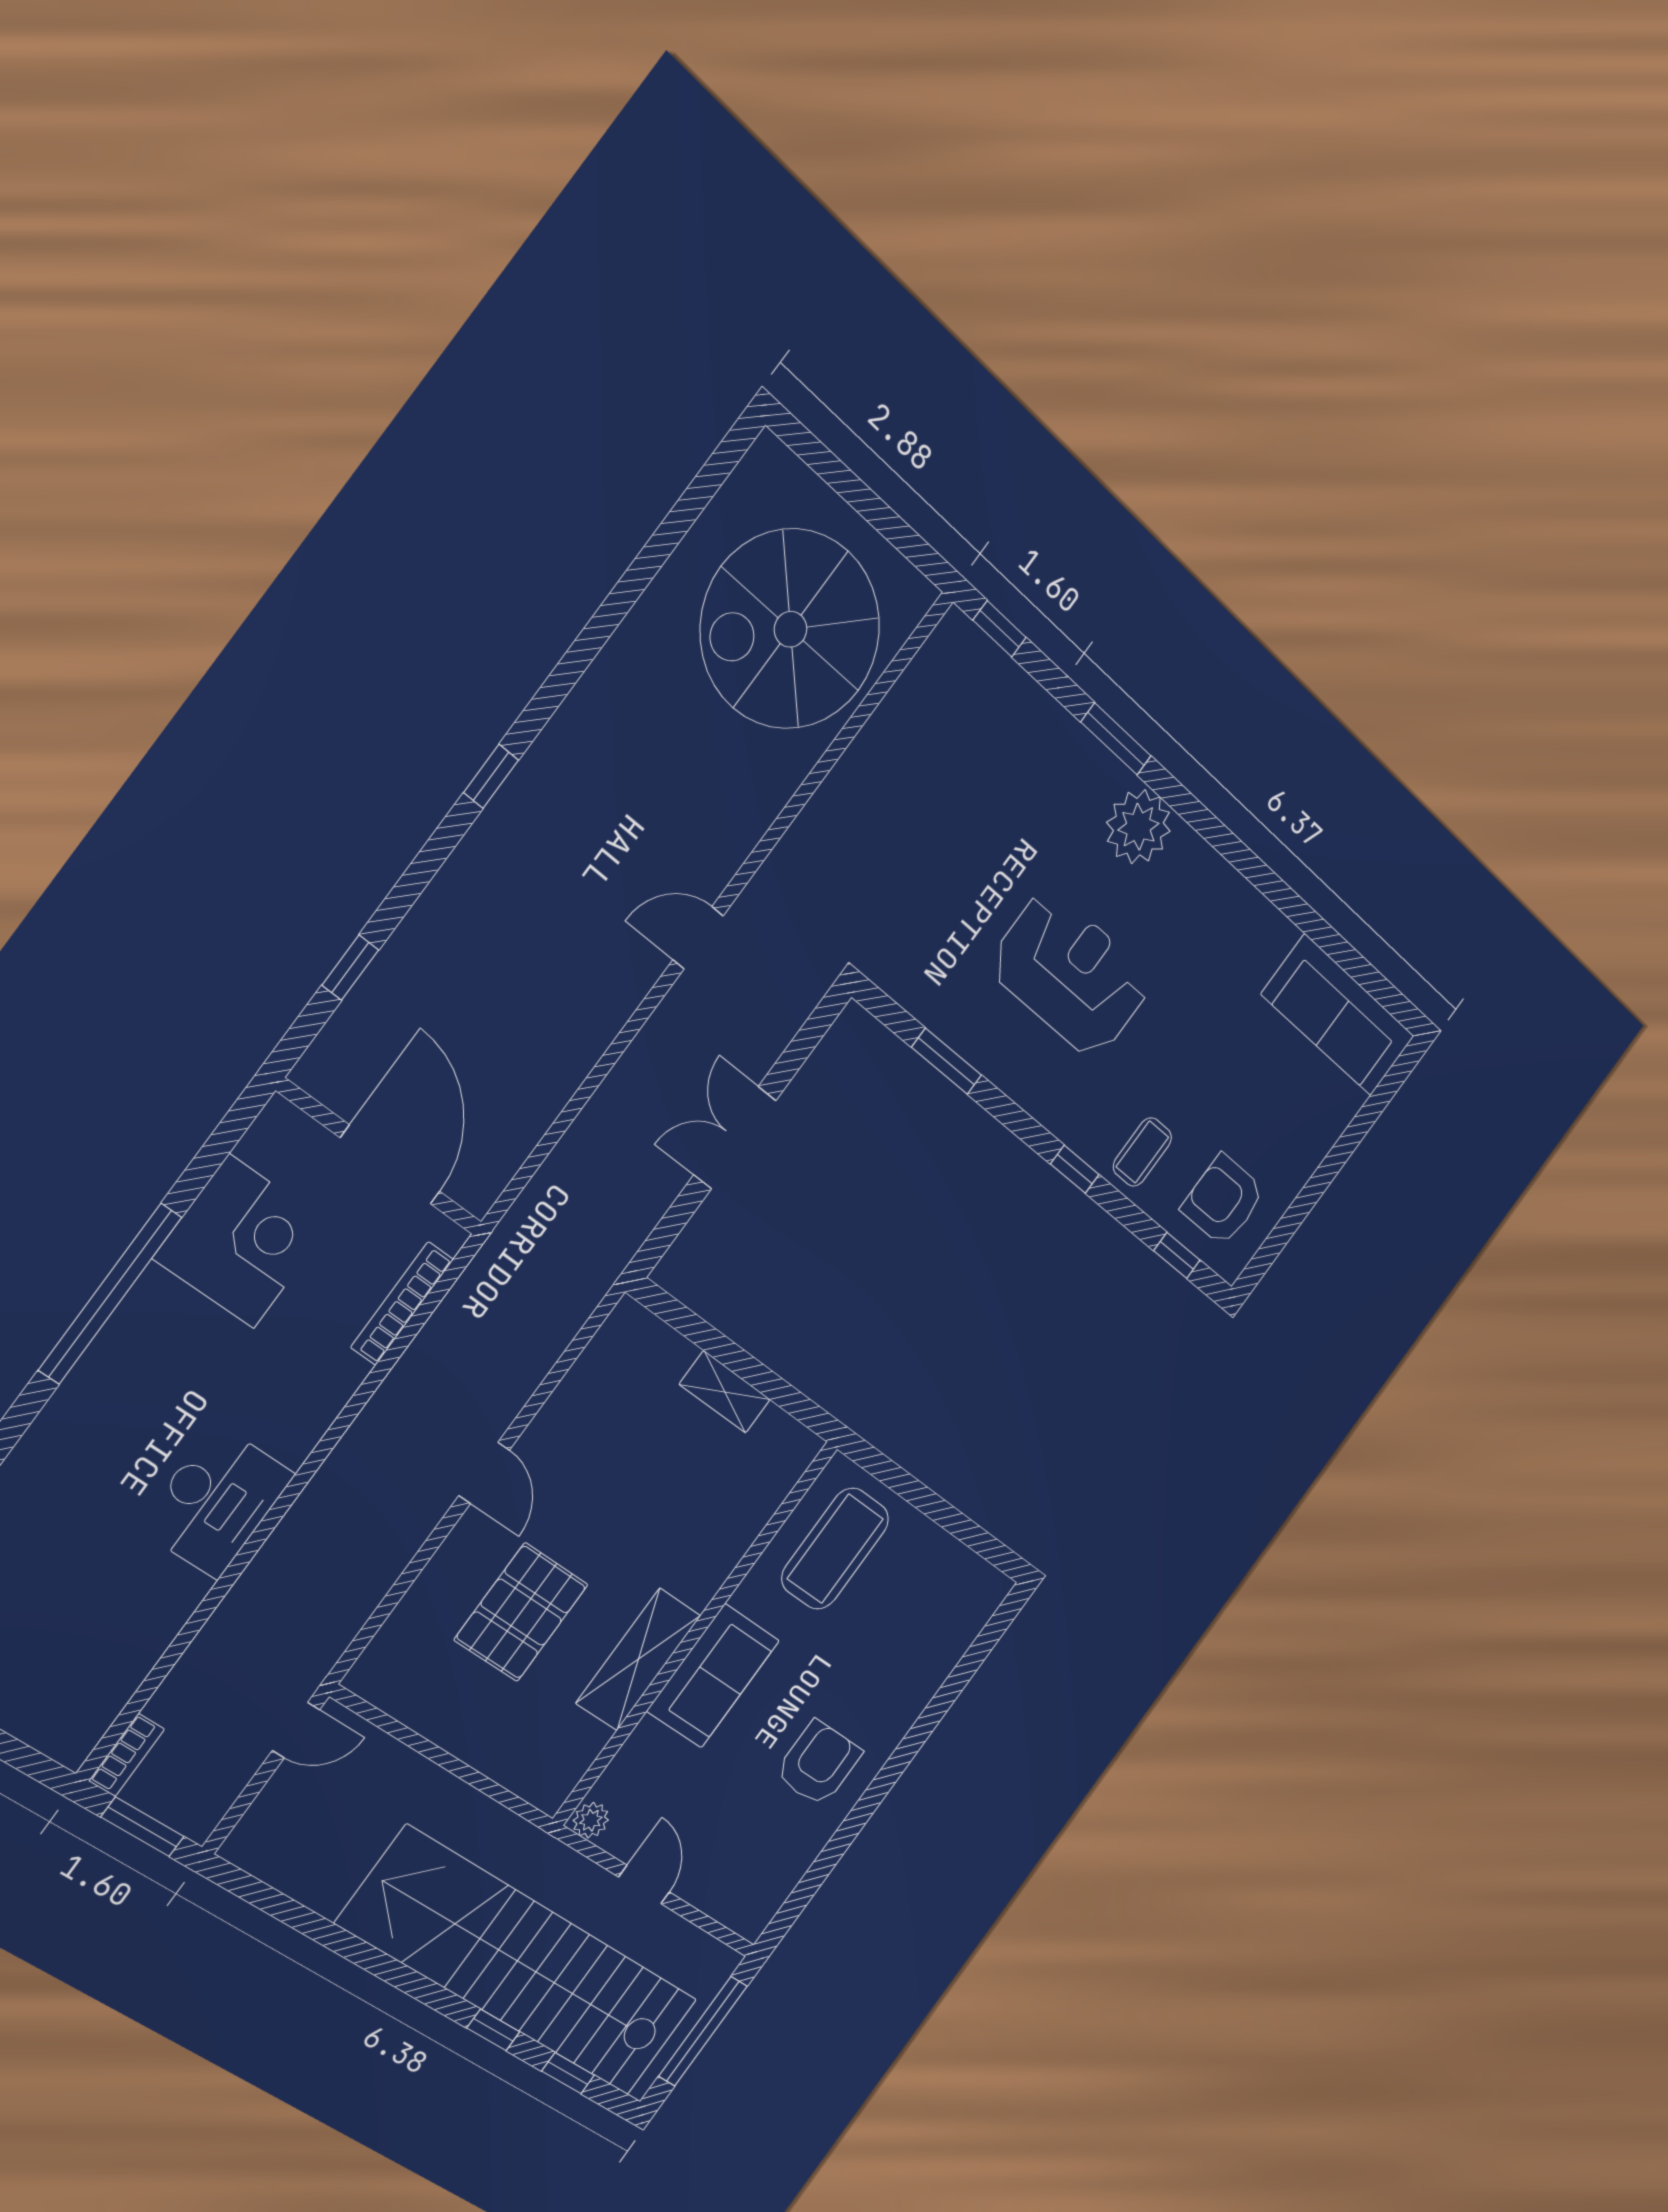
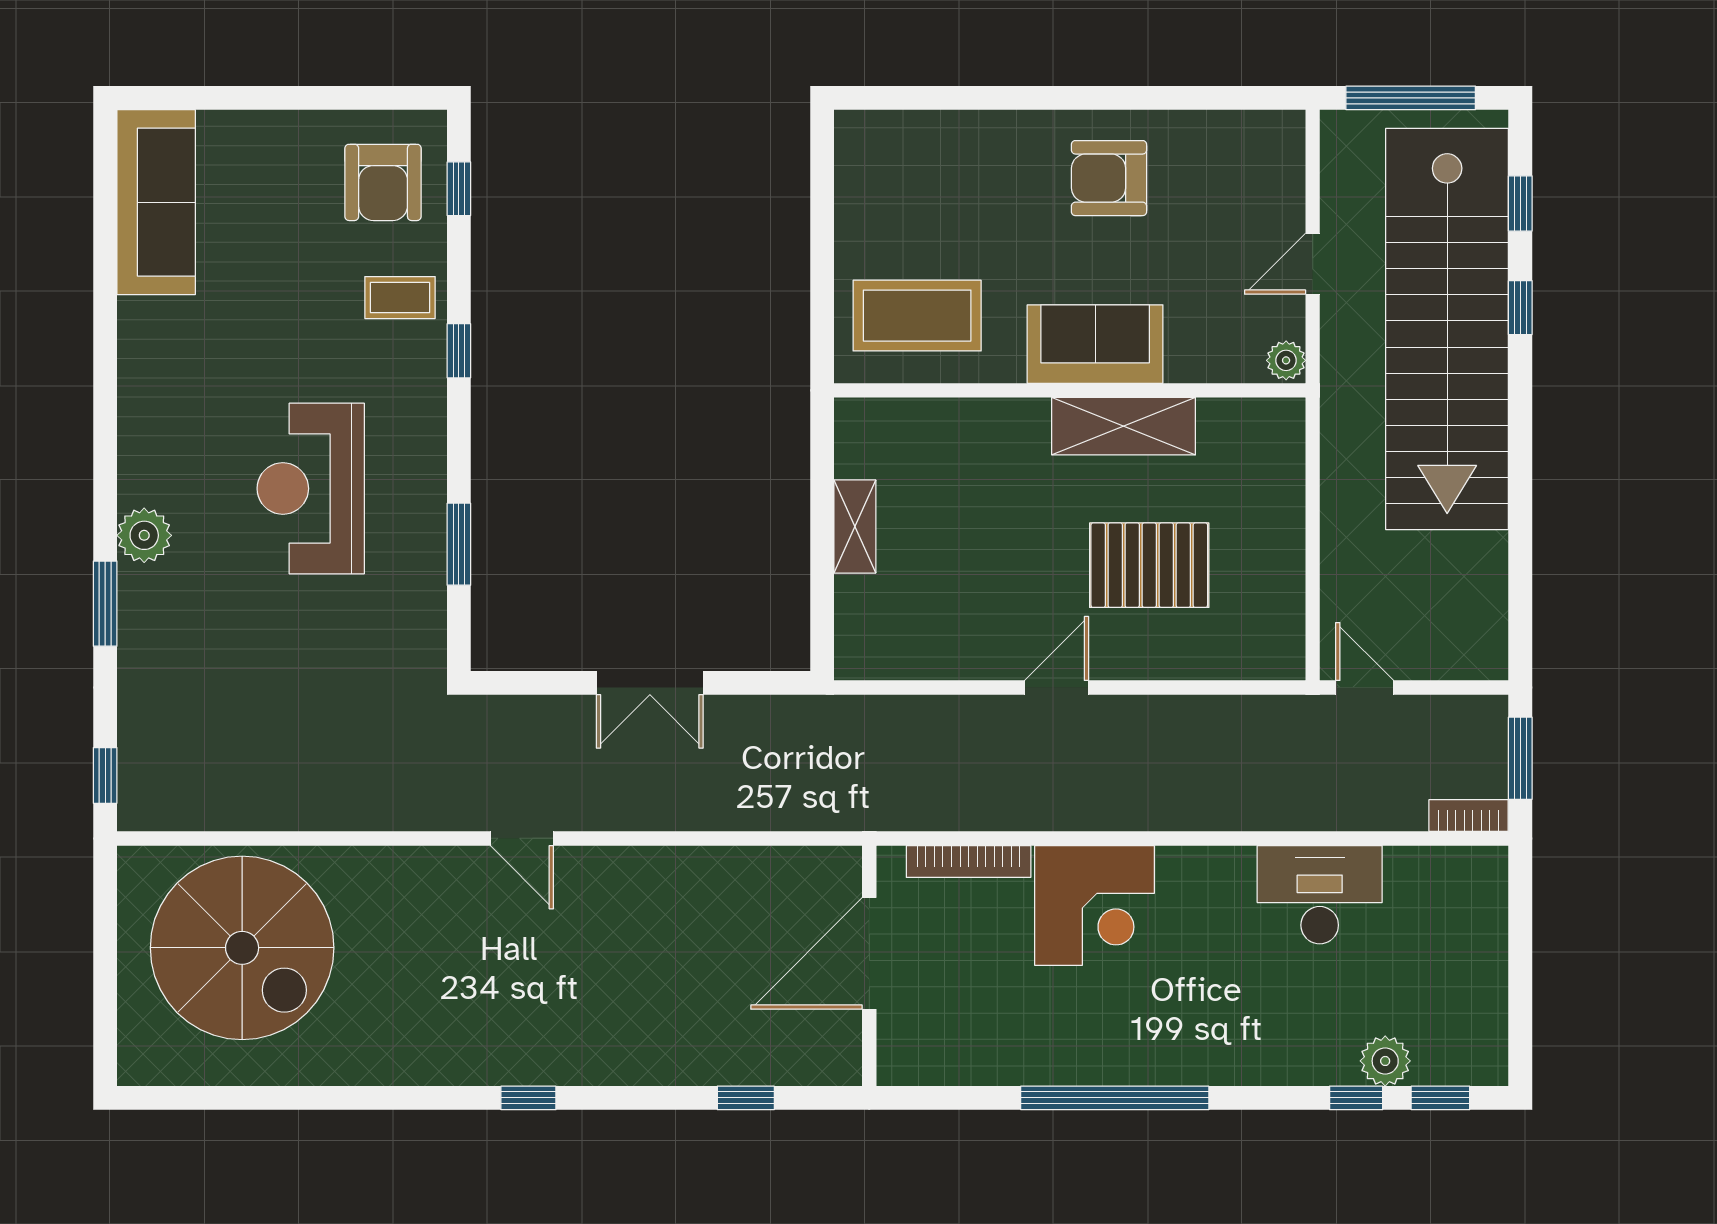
plant: (1138, 827) -> (144, 535), width x0.73, depth x0.73
corner desk: (242, 1242) -> (1094, 905), moved, turned 180
desk: (216, 1501) -> (1320, 895), moved

